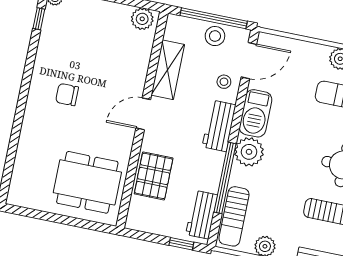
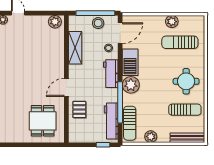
chair: (67, 95) -> (21, 73), removed
door: (143, 114) -> (66, 87), moved
pallet: (154, 176) -> (79, 110), width x0.67, depth x0.71
dining table: (87, 182) -> (43, 121), width x0.73
workbench: (202, 215) -> (111, 121), width x1.38

